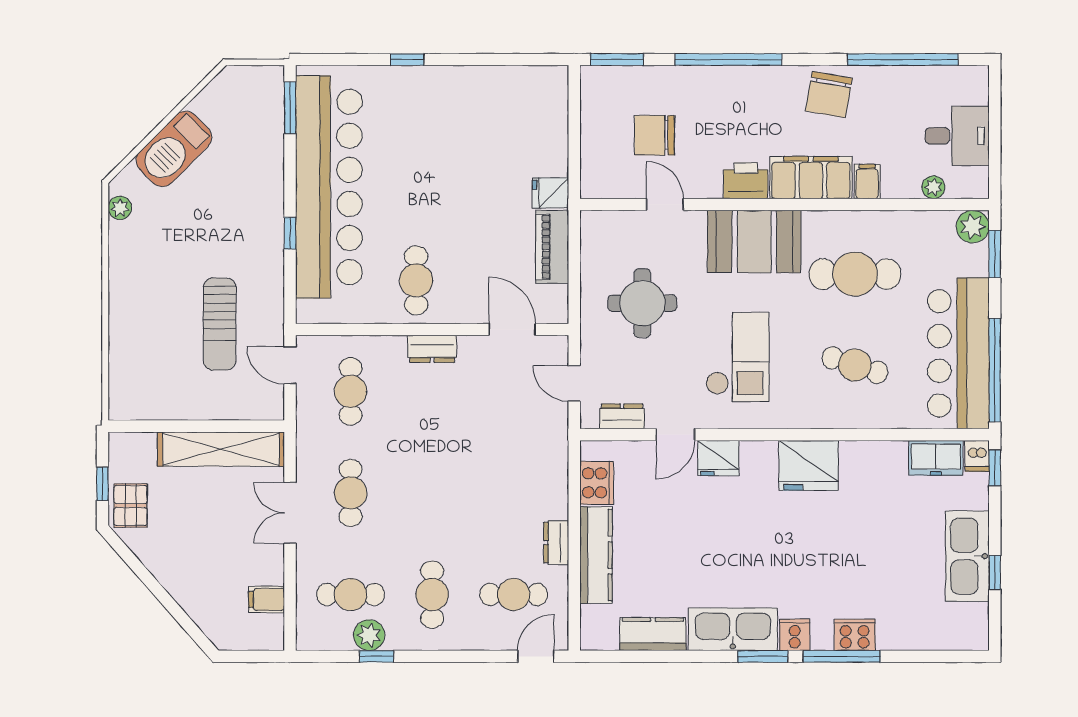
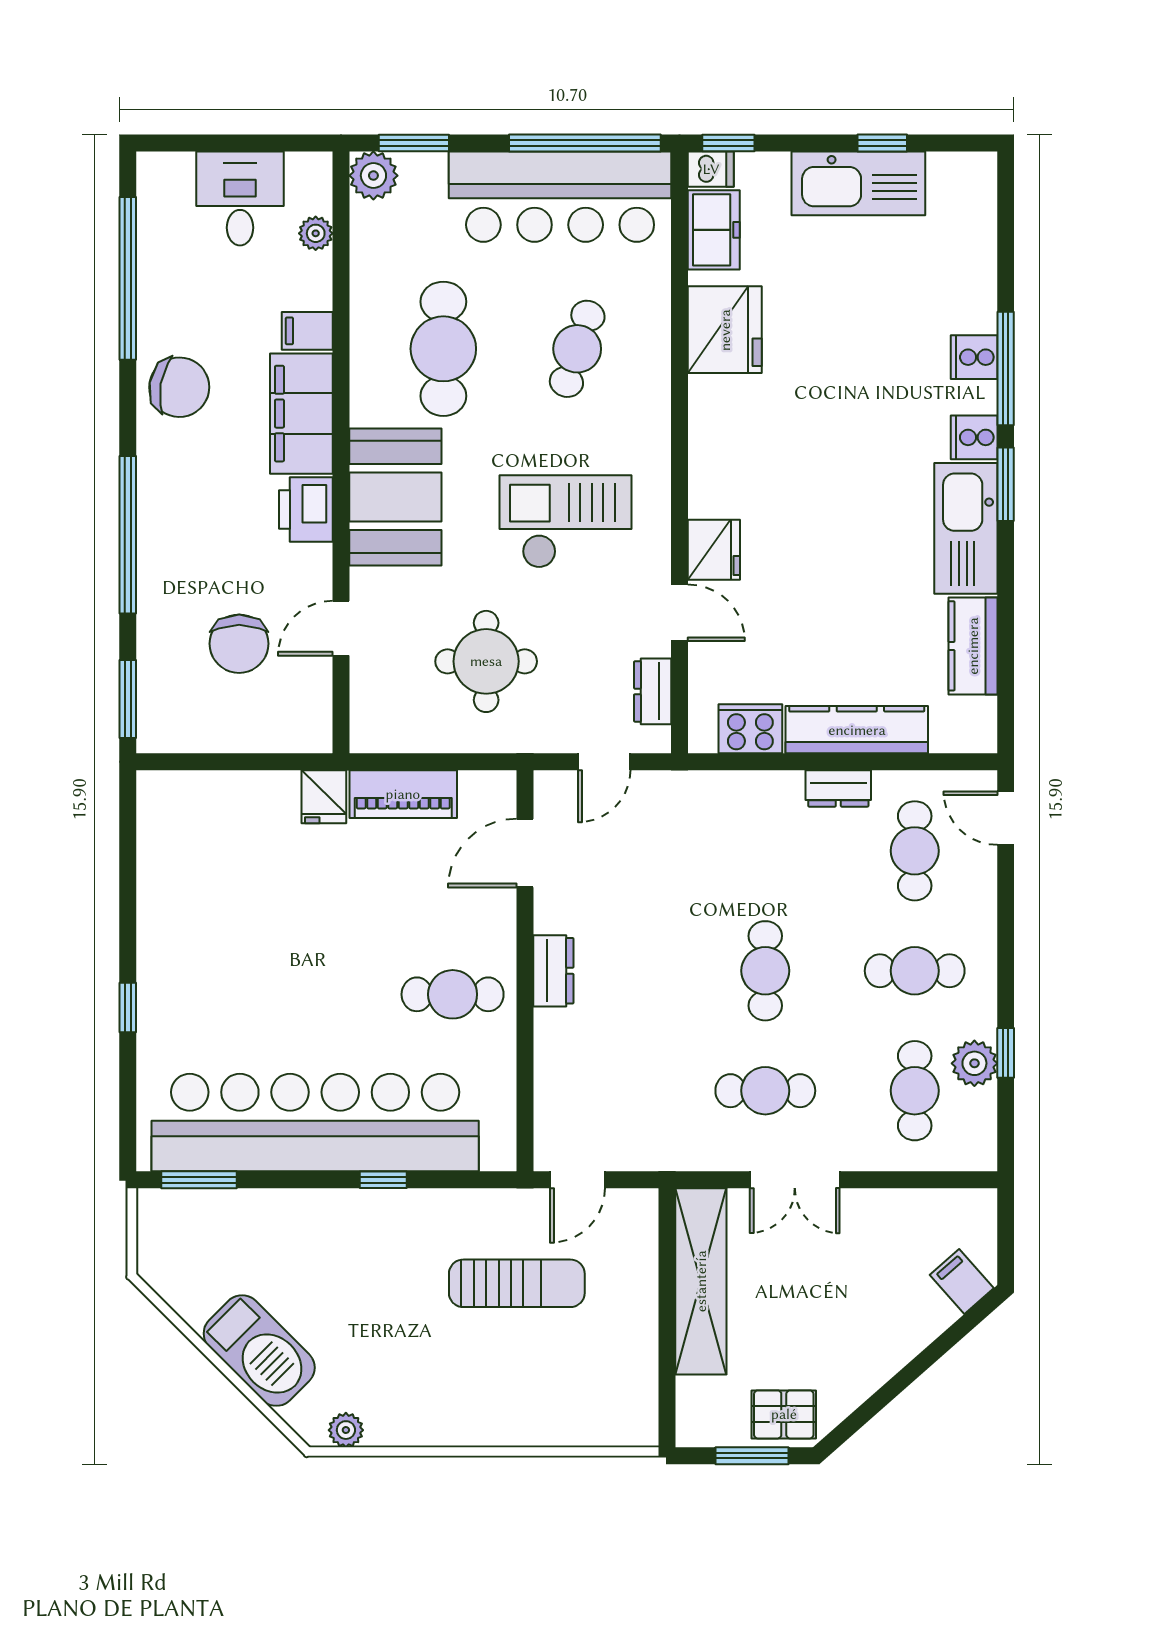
cafe table: (351, 391) -> (765, 971), moved, turned 90
fridge: (809, 465) -> (725, 330), moved
window: (102, 484) -> (752, 1456), width x1.50
filing cabinet: (267, 599) -> (962, 1281), moved, turned 139
cooker: (855, 635) -> (974, 357), width x0.73

